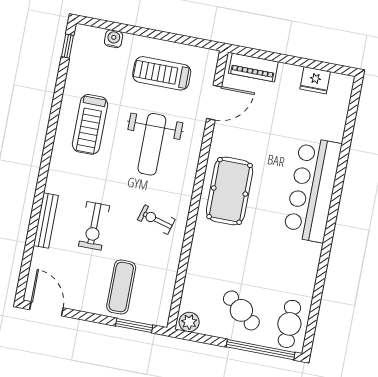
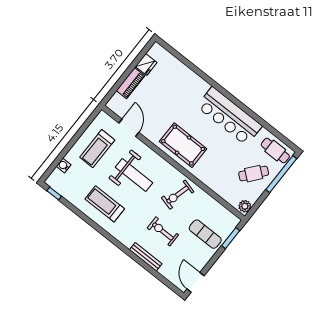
piano: (253, 67) -> (130, 83), moved
treadmill: (90, 124) -> (105, 204), turned 180
bar counter: (313, 190) -> (229, 116), moved
exercise bike: (156, 220) -> (178, 195), width x1.38, depth x1.39
exercise bike: (94, 226) -> (163, 231), turned 180
door: (46, 309) -> (195, 282), hinge flipped

